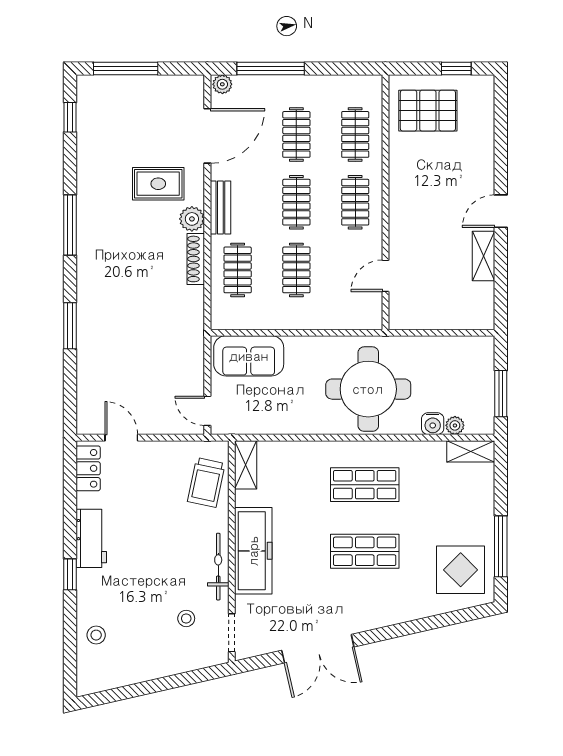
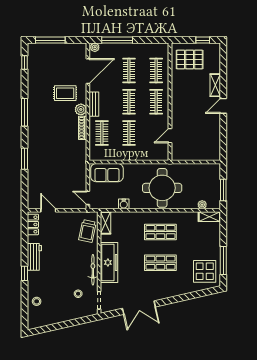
shelving: (484, 256) -> (215, 85), moved
water cooler: (433, 424) -> (124, 204), moved

